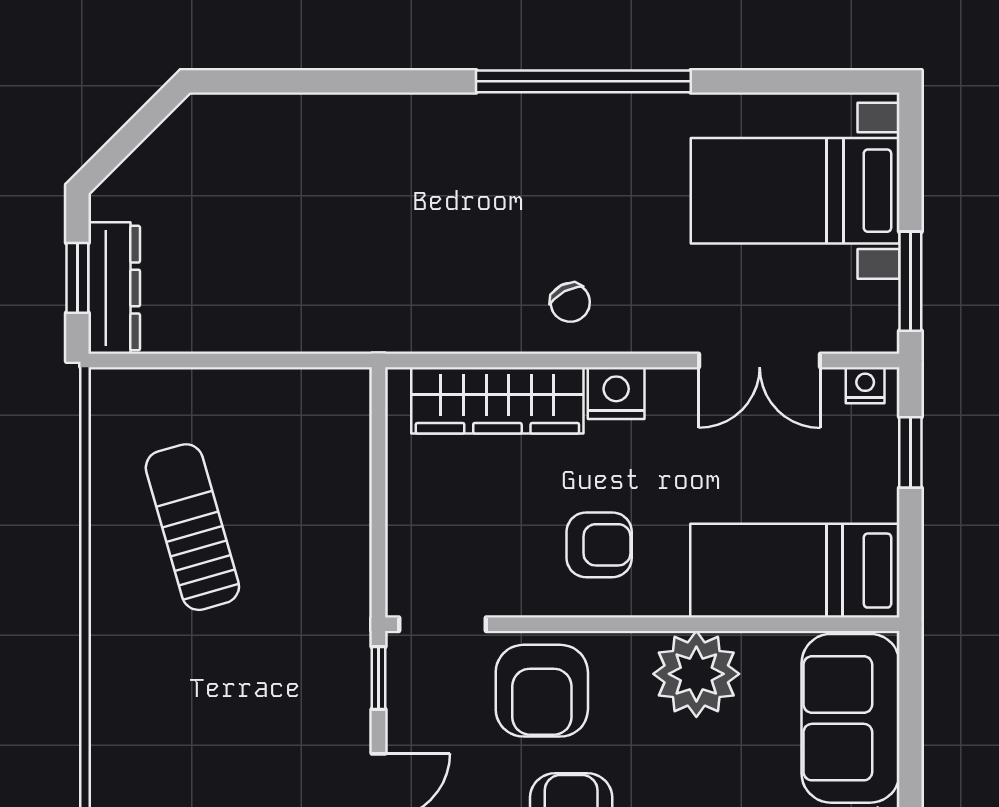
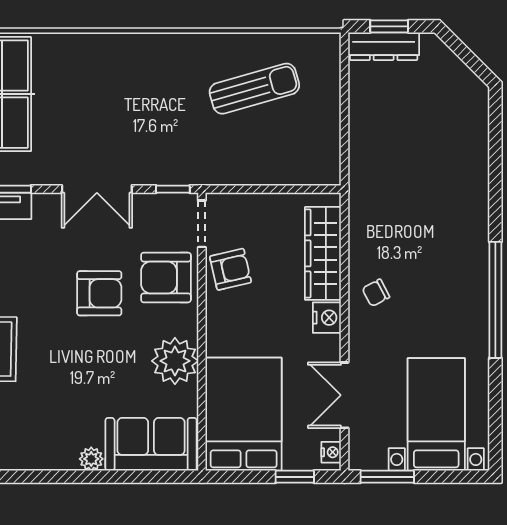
armchair: (599, 545) -> (230, 269), moved, turned -103
bed: (795, 571) -> (244, 414), width x1.50

